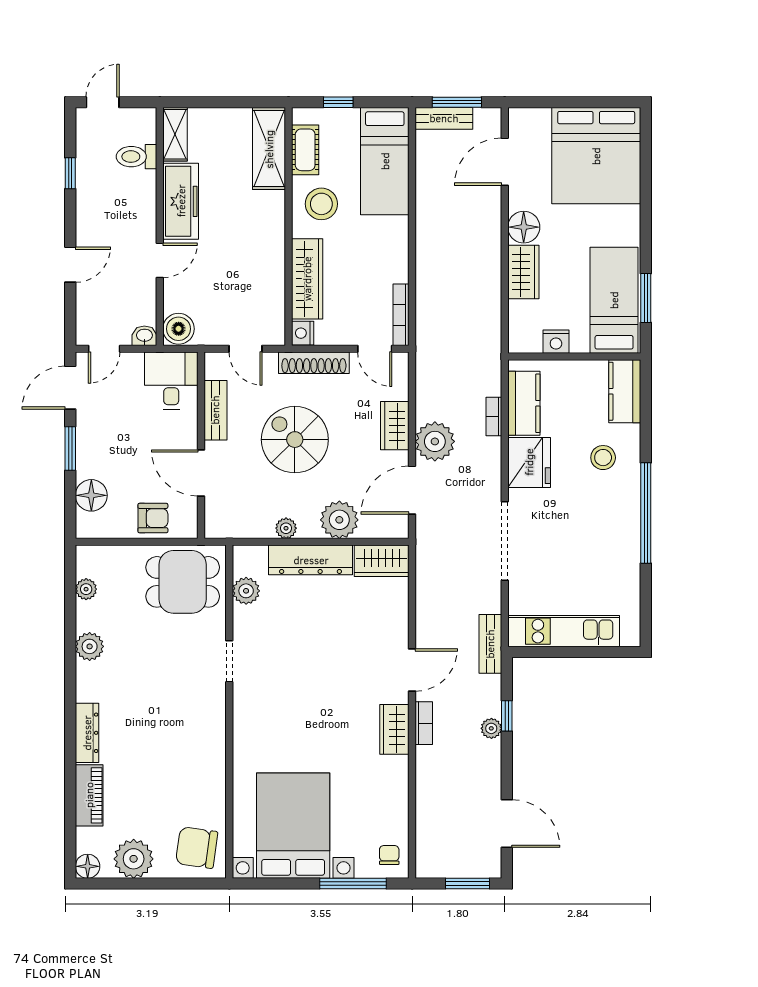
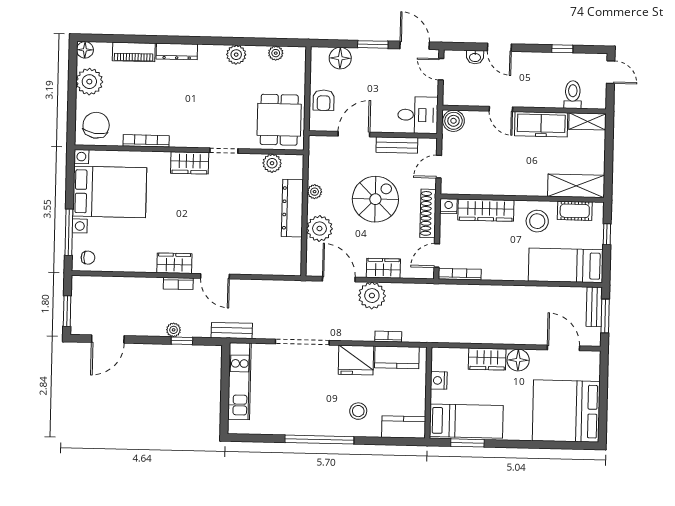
washbasin: (144, 336) -> (475, 57), moved, turned 90
wardrobe: (382, 561) -> (190, 163), moved, turned -90
bookcase: (218, 775) -> (146, 141), added

